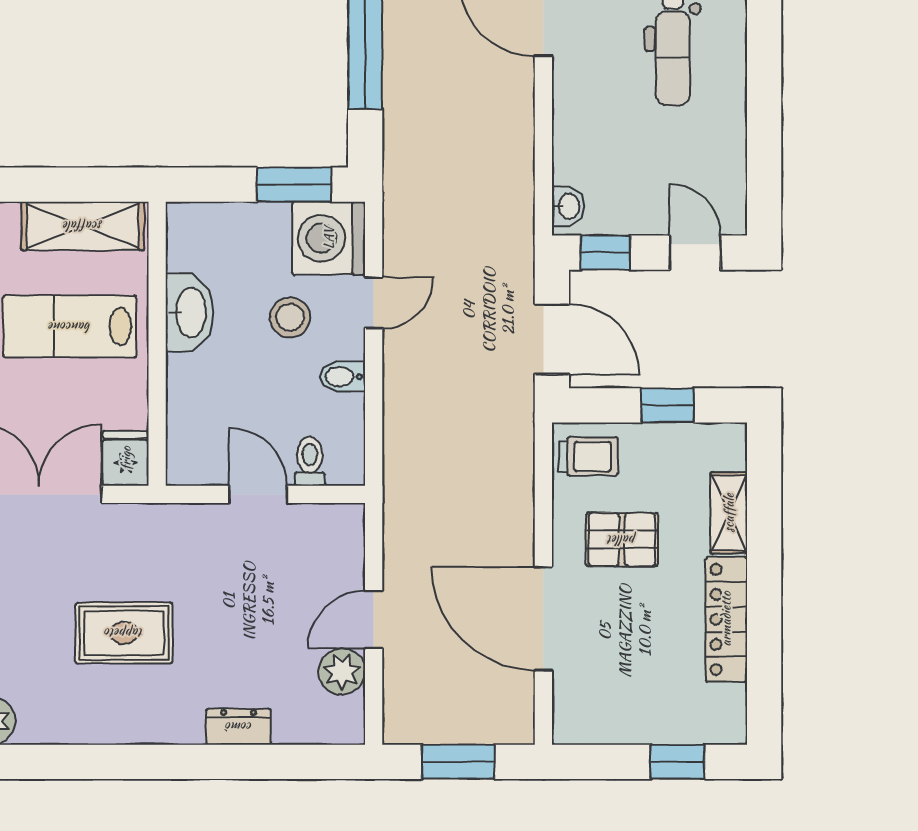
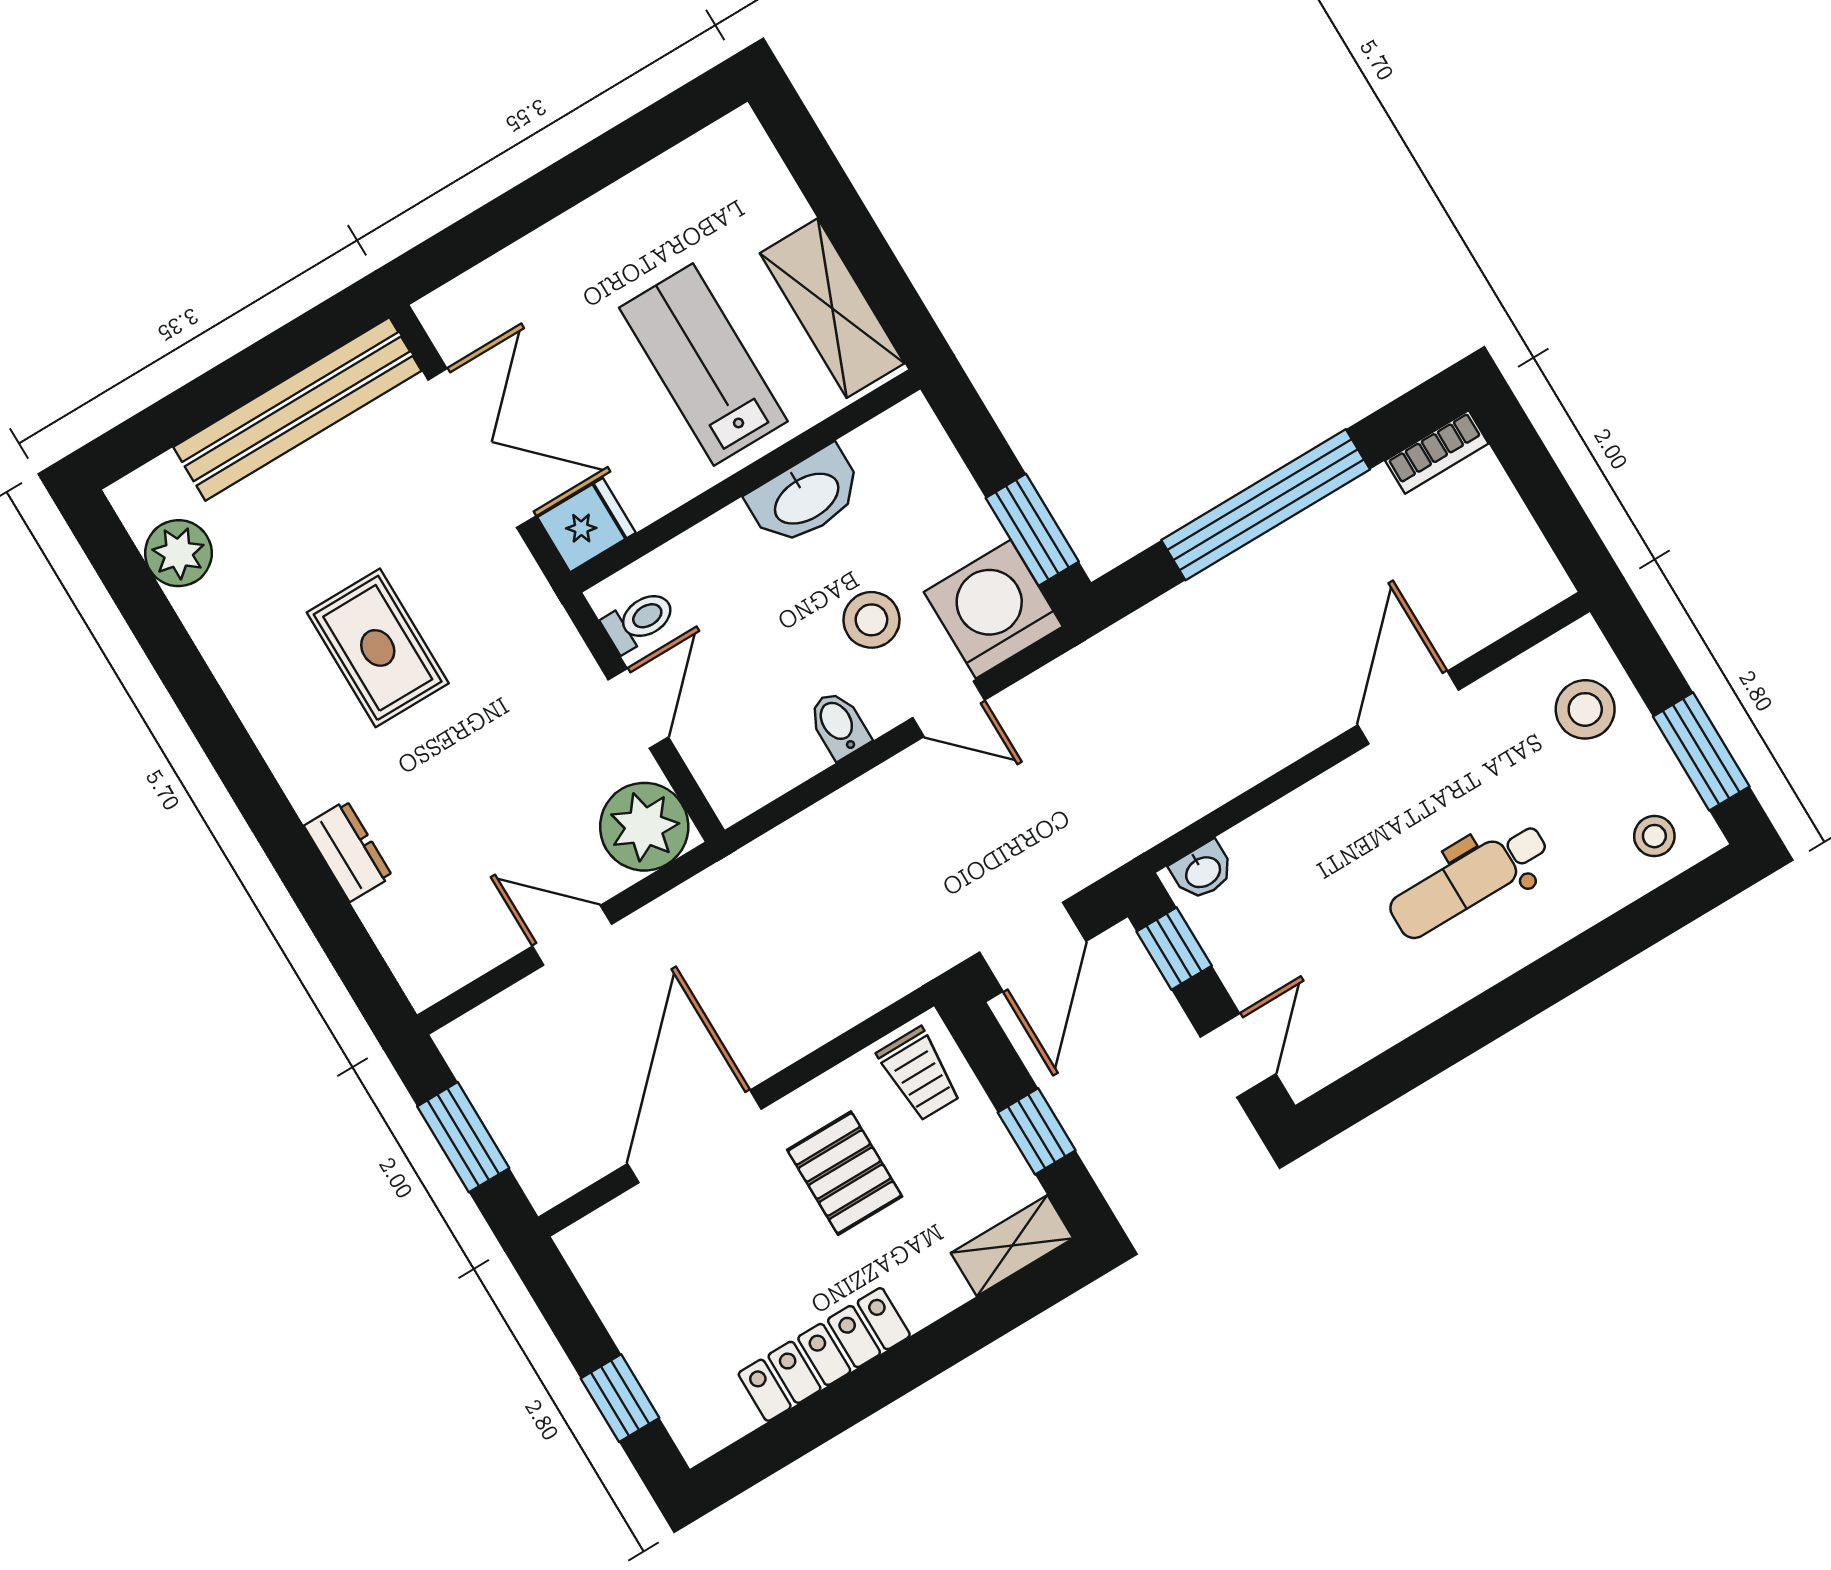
toilet: (310, 461) -> (639, 621), moved
shelving: (729, 513) -> (1012, 1246), moved
plant: (342, 672) -> (644, 827), moved, width x1.36, depth x1.36

